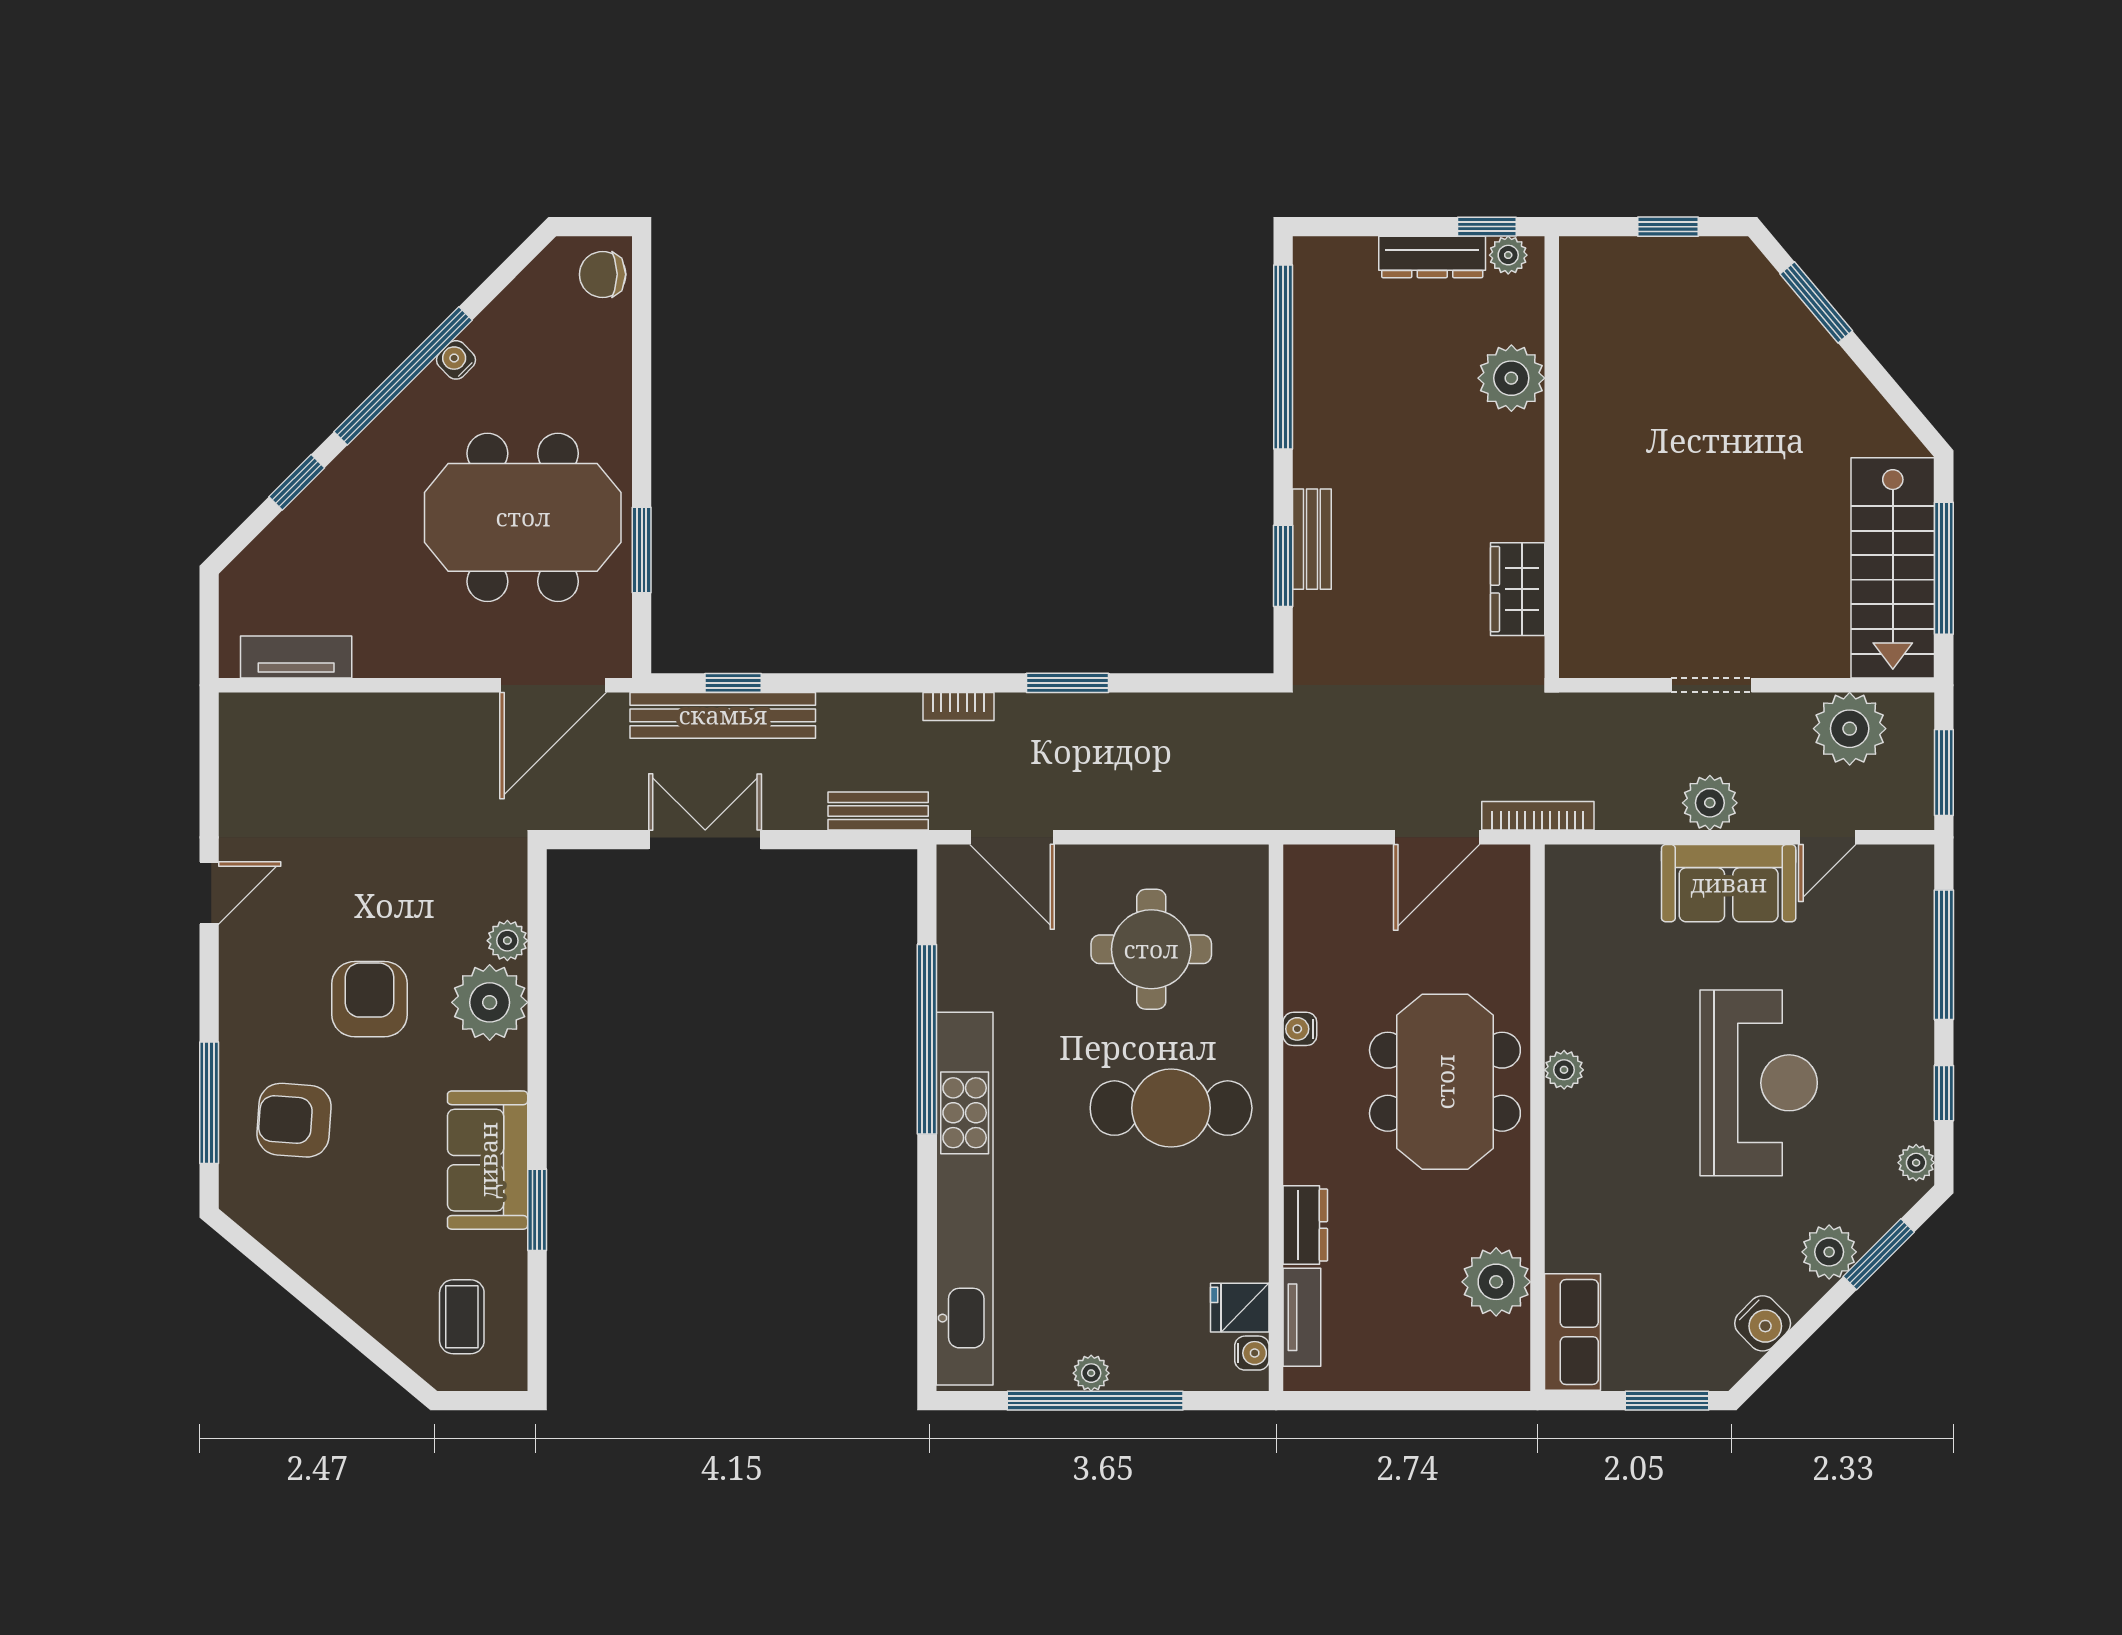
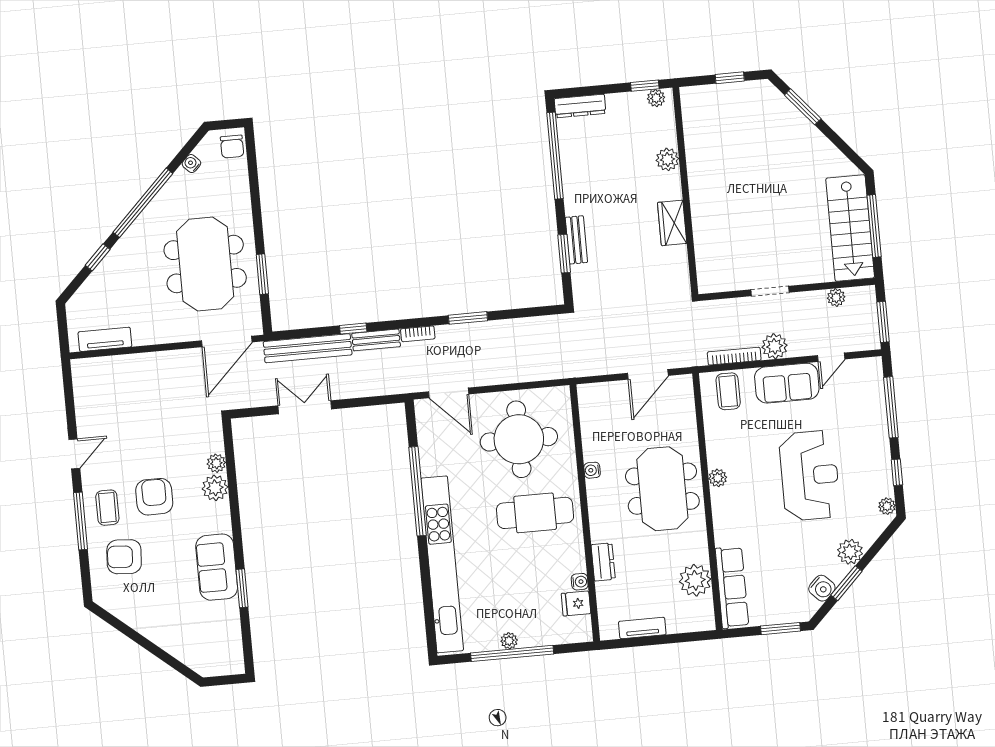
dresser: (1432, 257) -> (580, 106), moved
chair: (603, 274) -> (232, 147), turned -90
water cooler: (456, 360) -> (191, 164), moved
plant: (1511, 378) -> (667, 159), width x0.73, depth x0.73
meeting table: (523, 517) -> (205, 264), turned 90
wardrobe: (1518, 589) -> (672, 223), moved
window: (733, 683) -> (353, 329), moved
plant: (1850, 729) -> (836, 297), width x0.53, depth x0.53
bench: (878, 811) -> (376, 340), moved
bookcase: (1538, 816) -> (734, 356), moved
coffee table: (1603, 889) -> (728, 391), added
round table: (1151, 949) -> (519, 439), width x1.36, depth x1.36
plant: (490, 1002) -> (215, 488), width x0.73, depth x0.73
window: (209, 1103) -> (81, 521), moved
window: (1879, 1254) -> (846, 583), moved
coffee table: (462, 1317) -> (107, 508), moved
tv unit: (1302, 1317) -> (642, 628), moved, turned -90
row of seats: (1573, 1332) -> (732, 587), width x1.48
water cooler: (1252, 1353) -> (580, 582), moved

